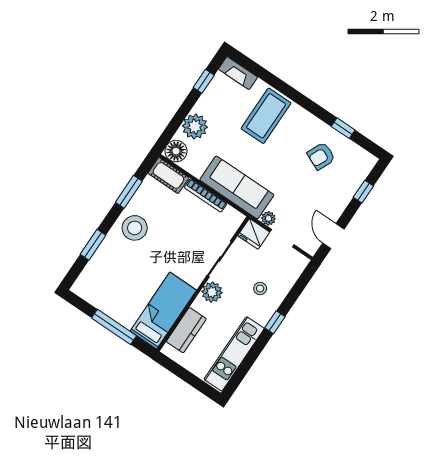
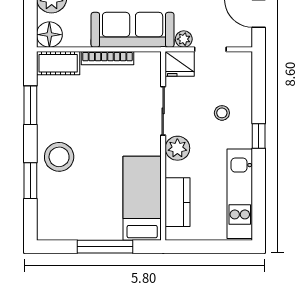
stool: (135, 228) -> (59, 157), moved

